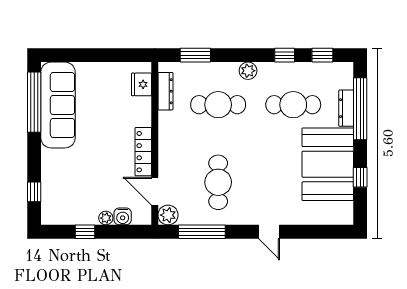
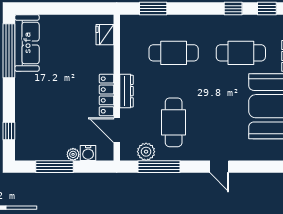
plant: (248, 71) -> (200, 22), removed
dresser: (165, 91) -> (126, 91), moved
sofa: (58, 105) -> (27, 43), width x0.74, depth x0.79
plant: (168, 215) -> (146, 152), moved
window: (85, 232) -> (54, 167), width x2.17

